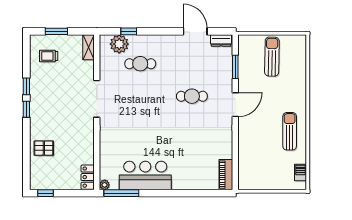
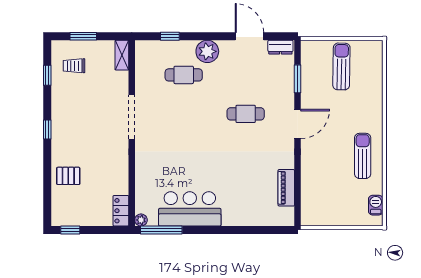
plant: (119, 44) -> (207, 51), moved
window: (26, 86) -> (47, 75), moved
piano: (226, 175) -> (286, 188), moved

